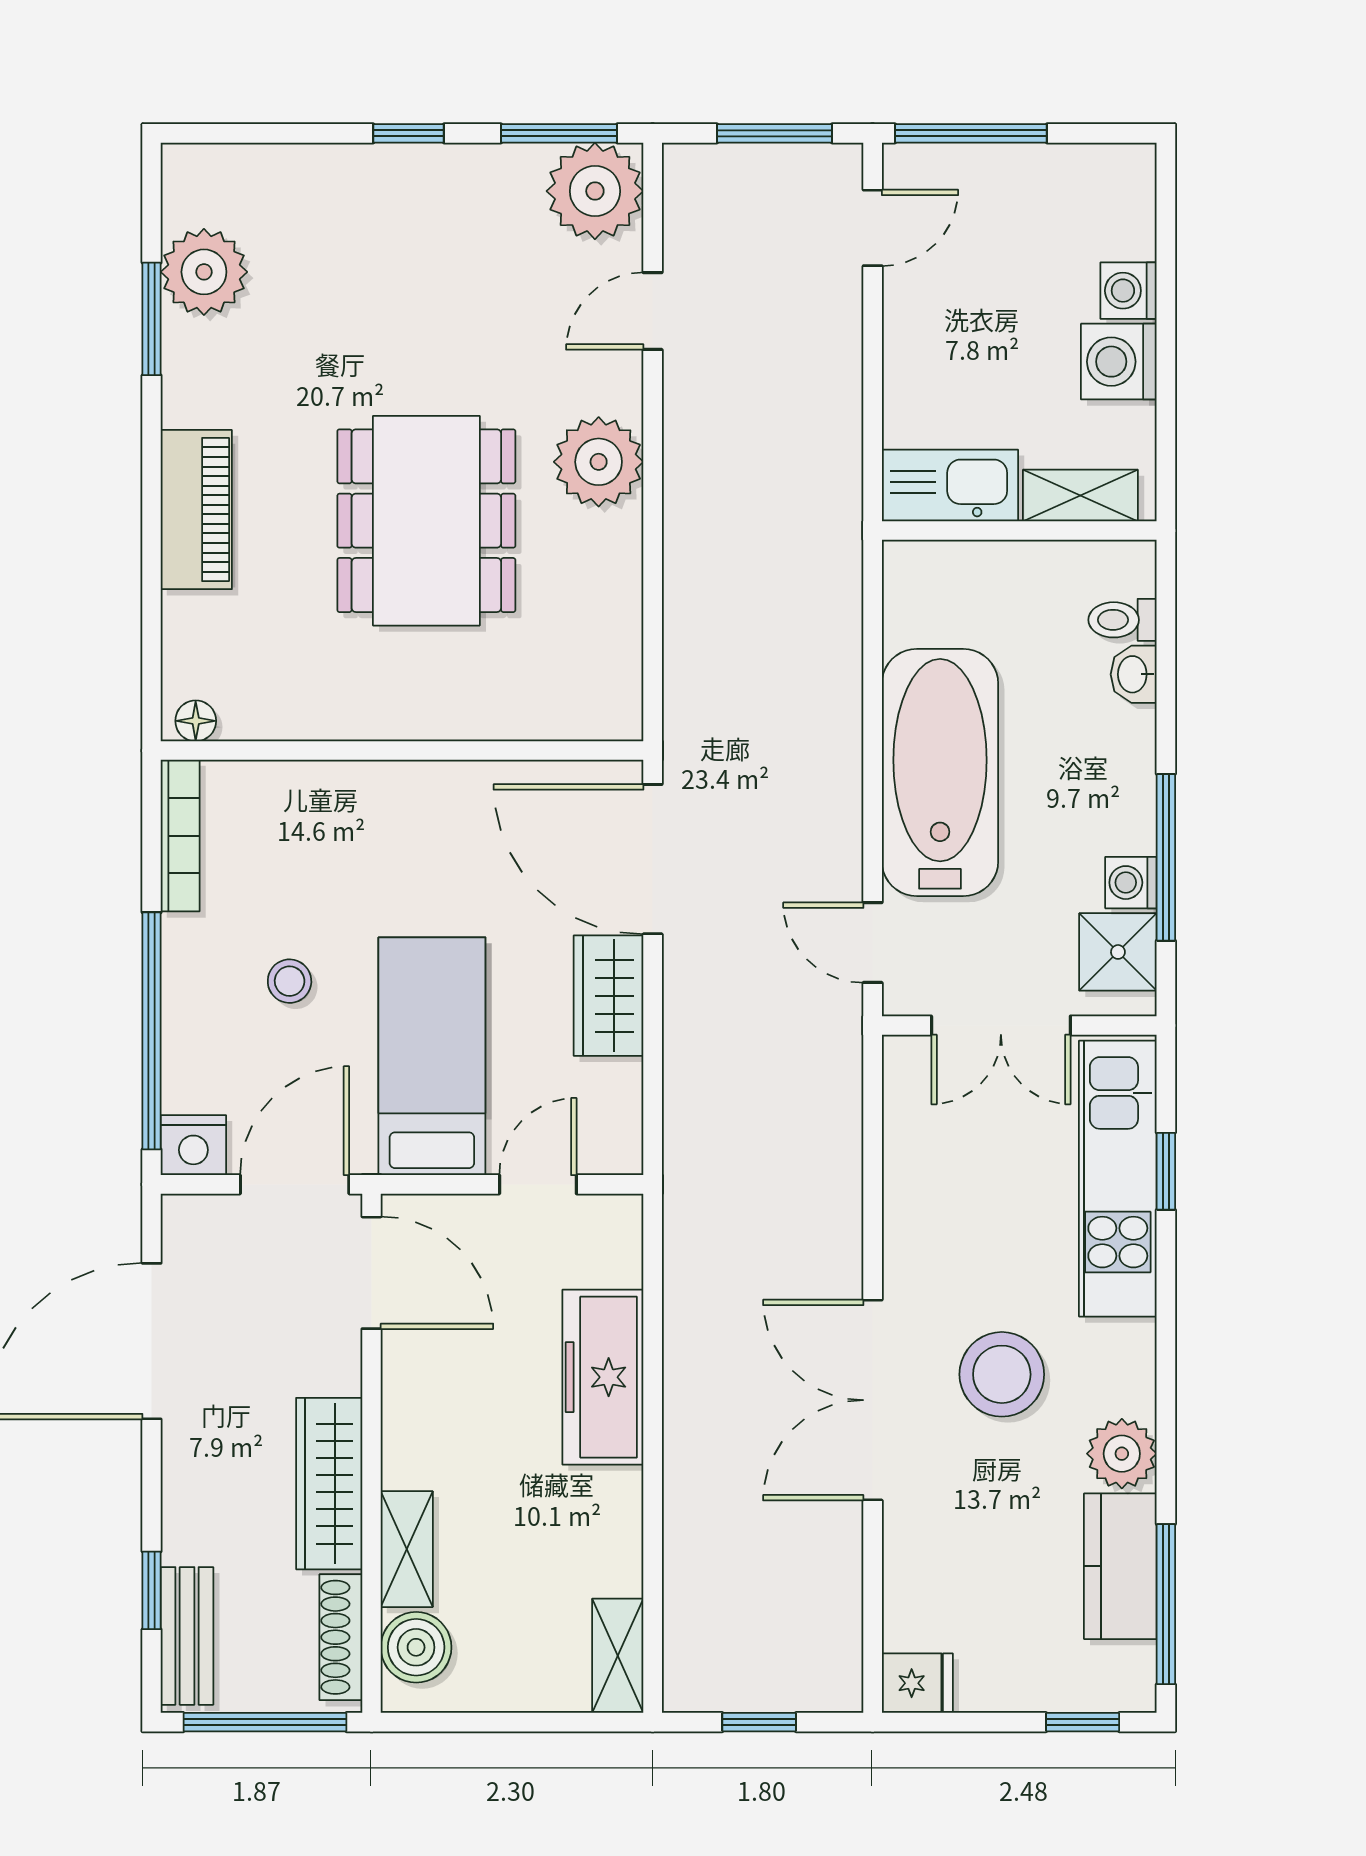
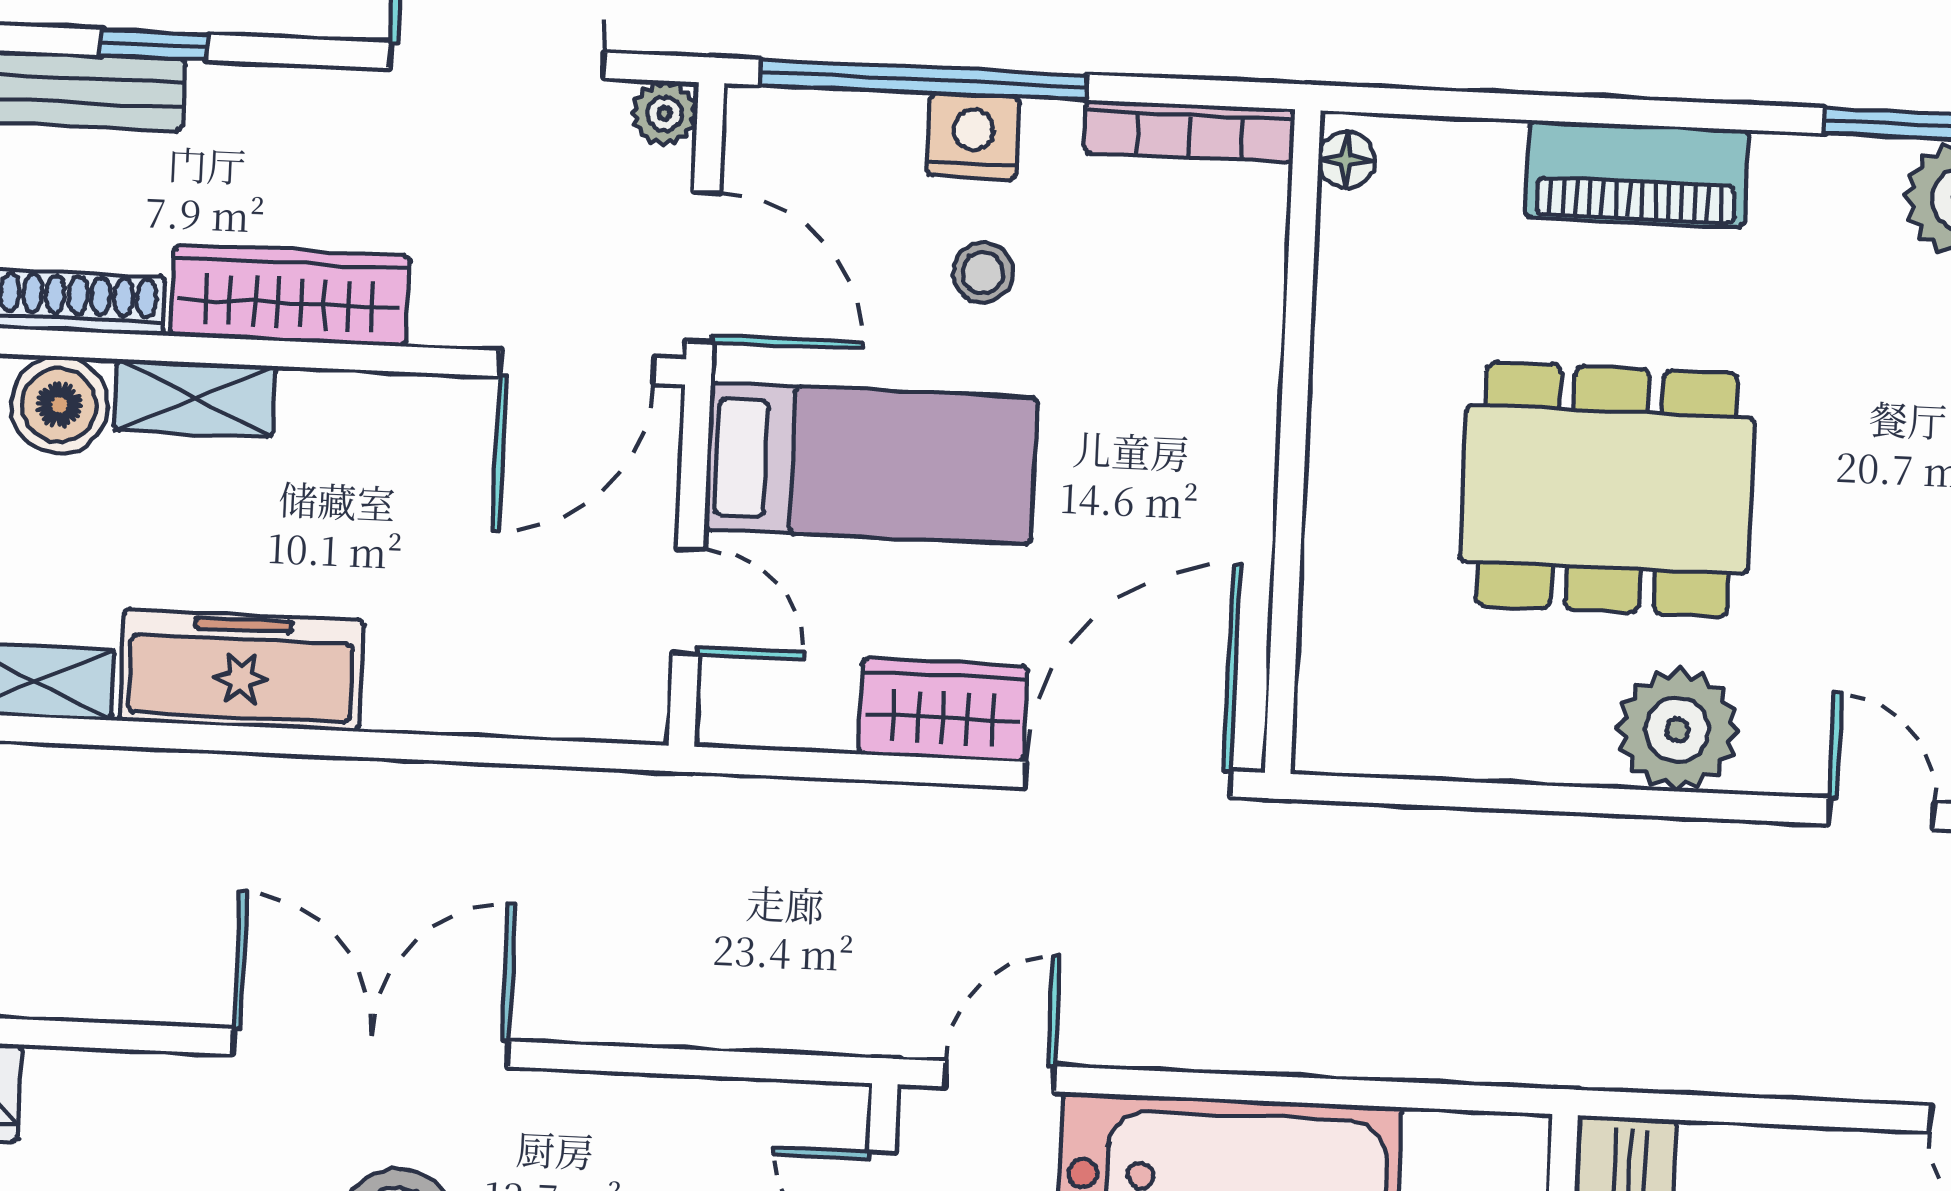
nightstand: (193, 1145) -> (973, 136), moved, turned 90
plant: (185, 1217) -> (665, 114), added
freezer: (603, 1377) -> (241, 670), moved

